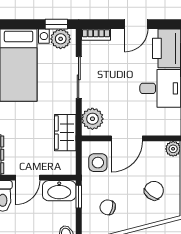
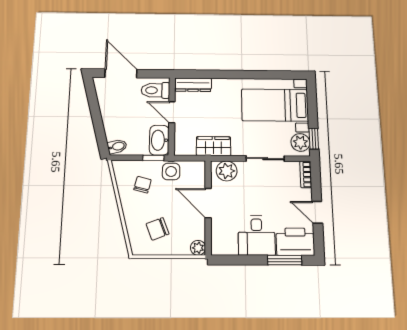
side table: (98, 163) -> (171, 171), moved
chair: (154, 191) -> (158, 229), turned 122

